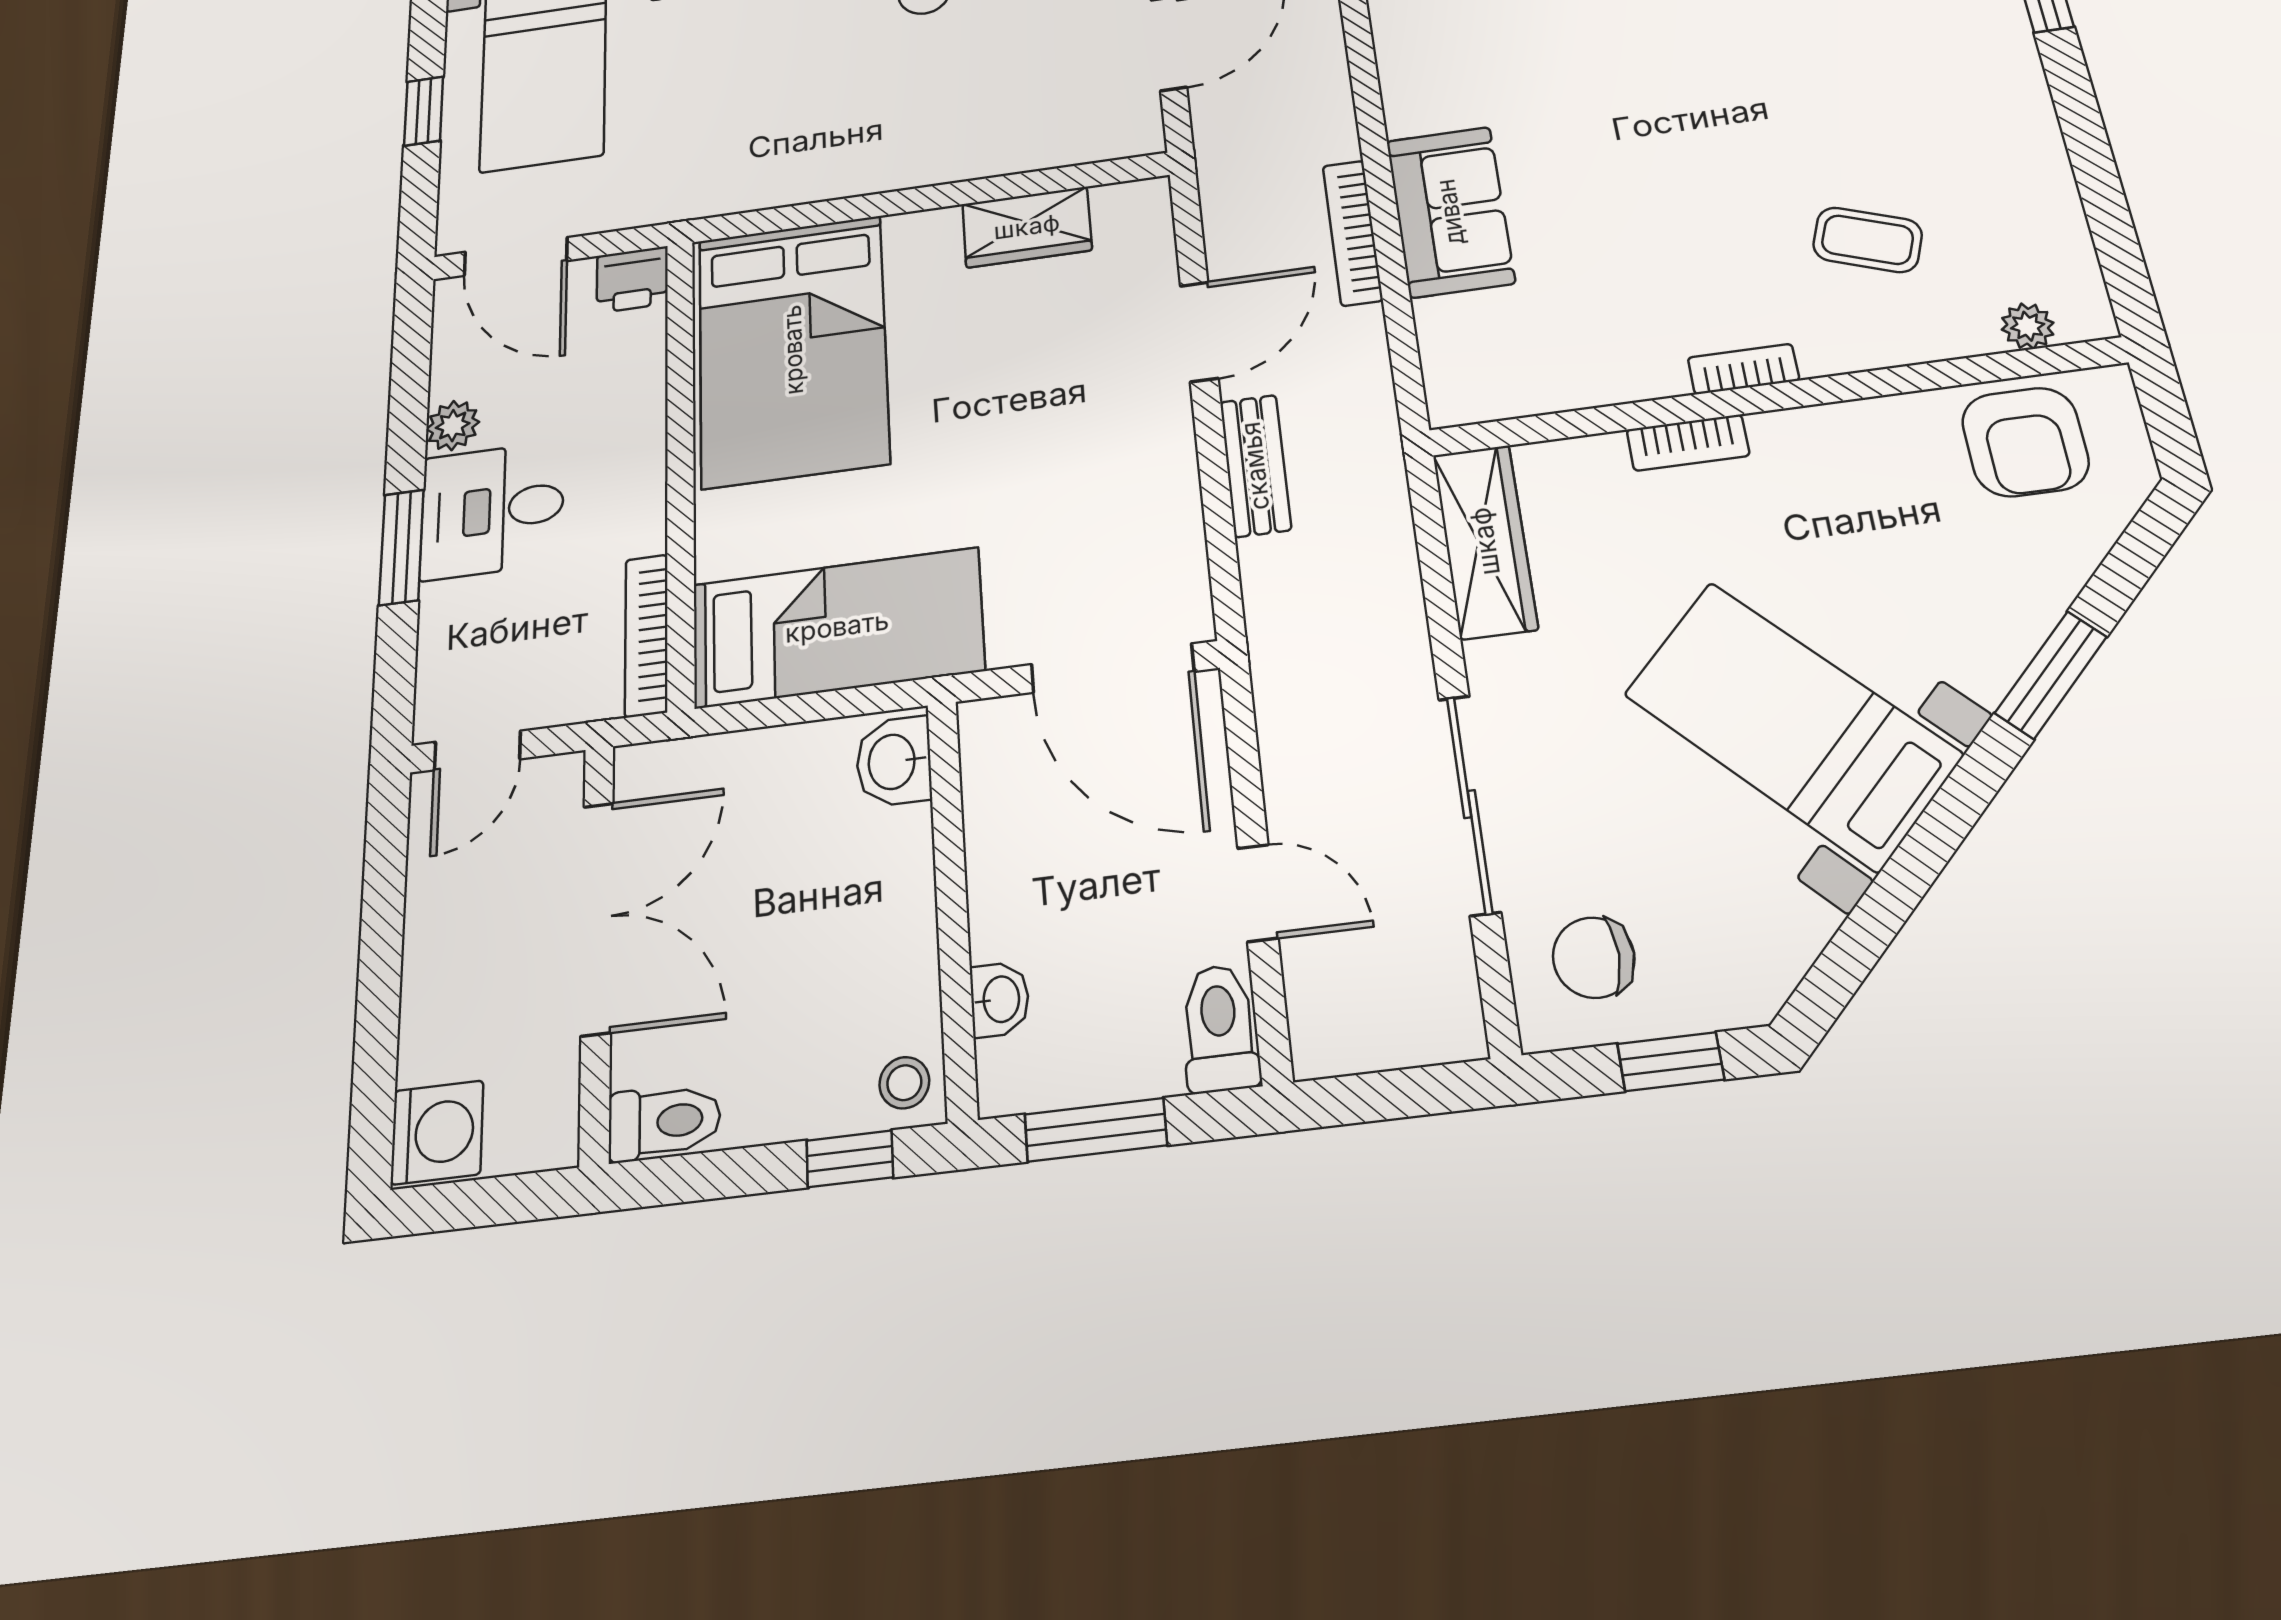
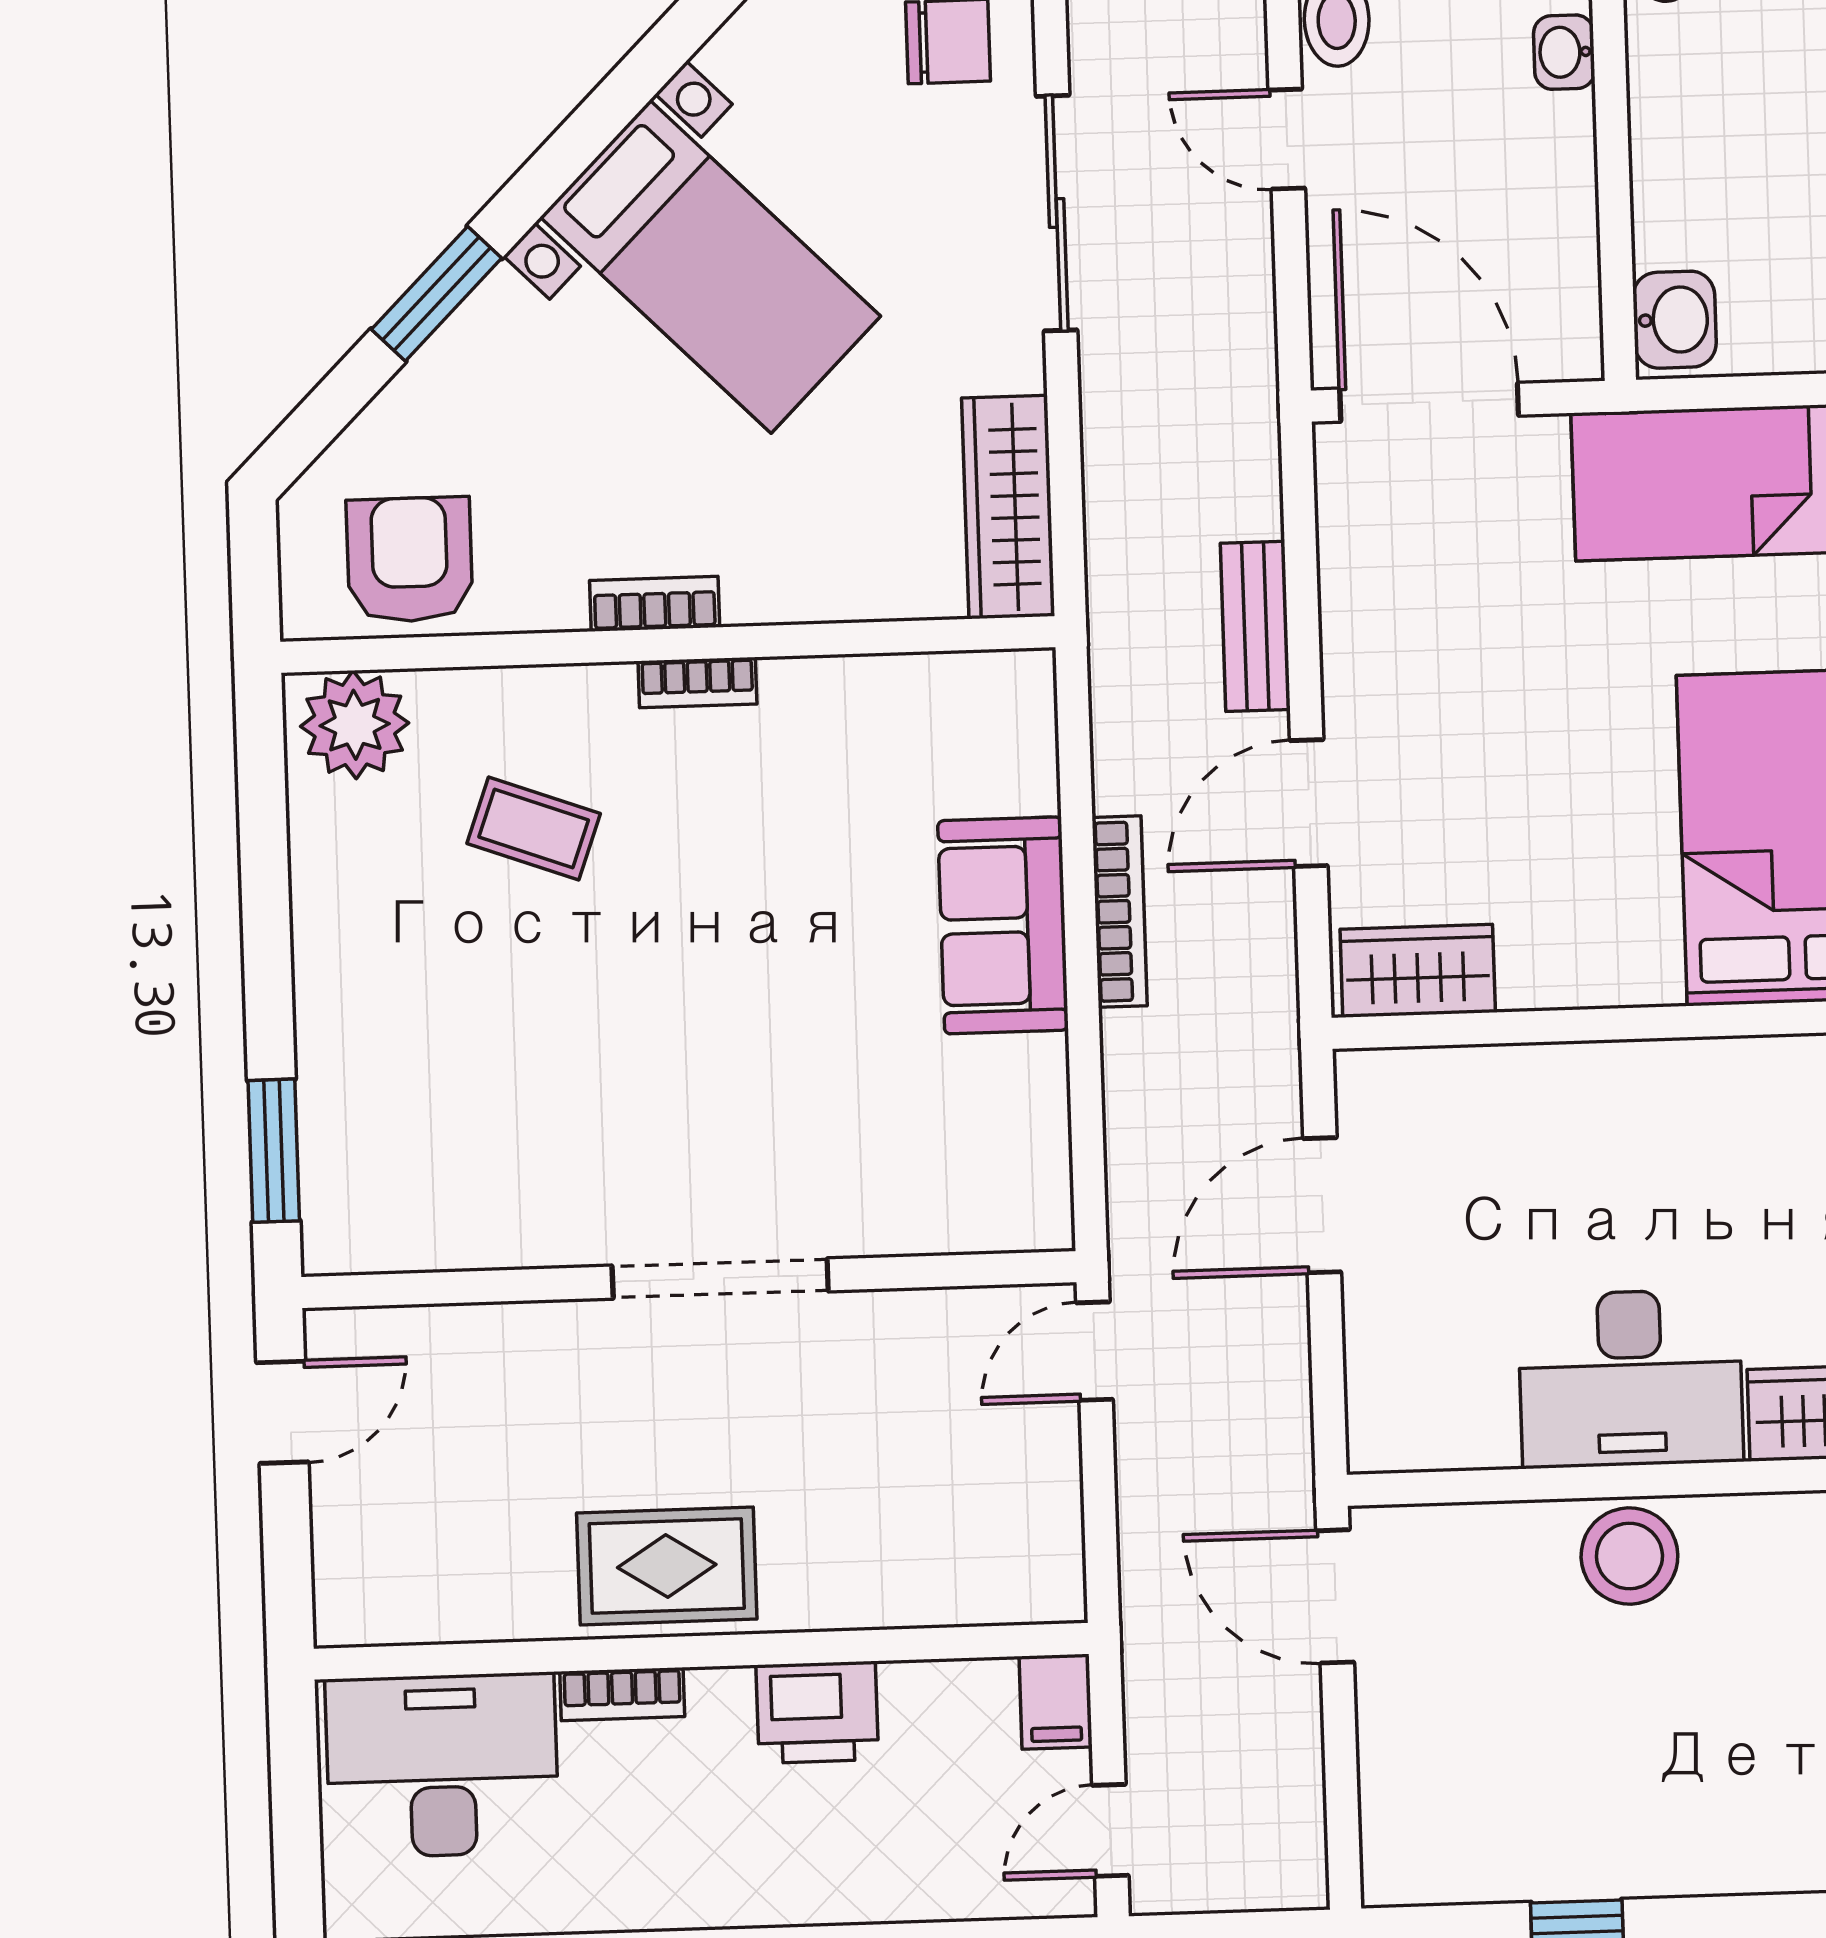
wardrobe: (1027, 227) -> (1418, 971), moved
plant: (2028, 326) -> (355, 725), width x1.87, depth x1.87
bookcase: (1688, 443) -> (655, 604), moved

